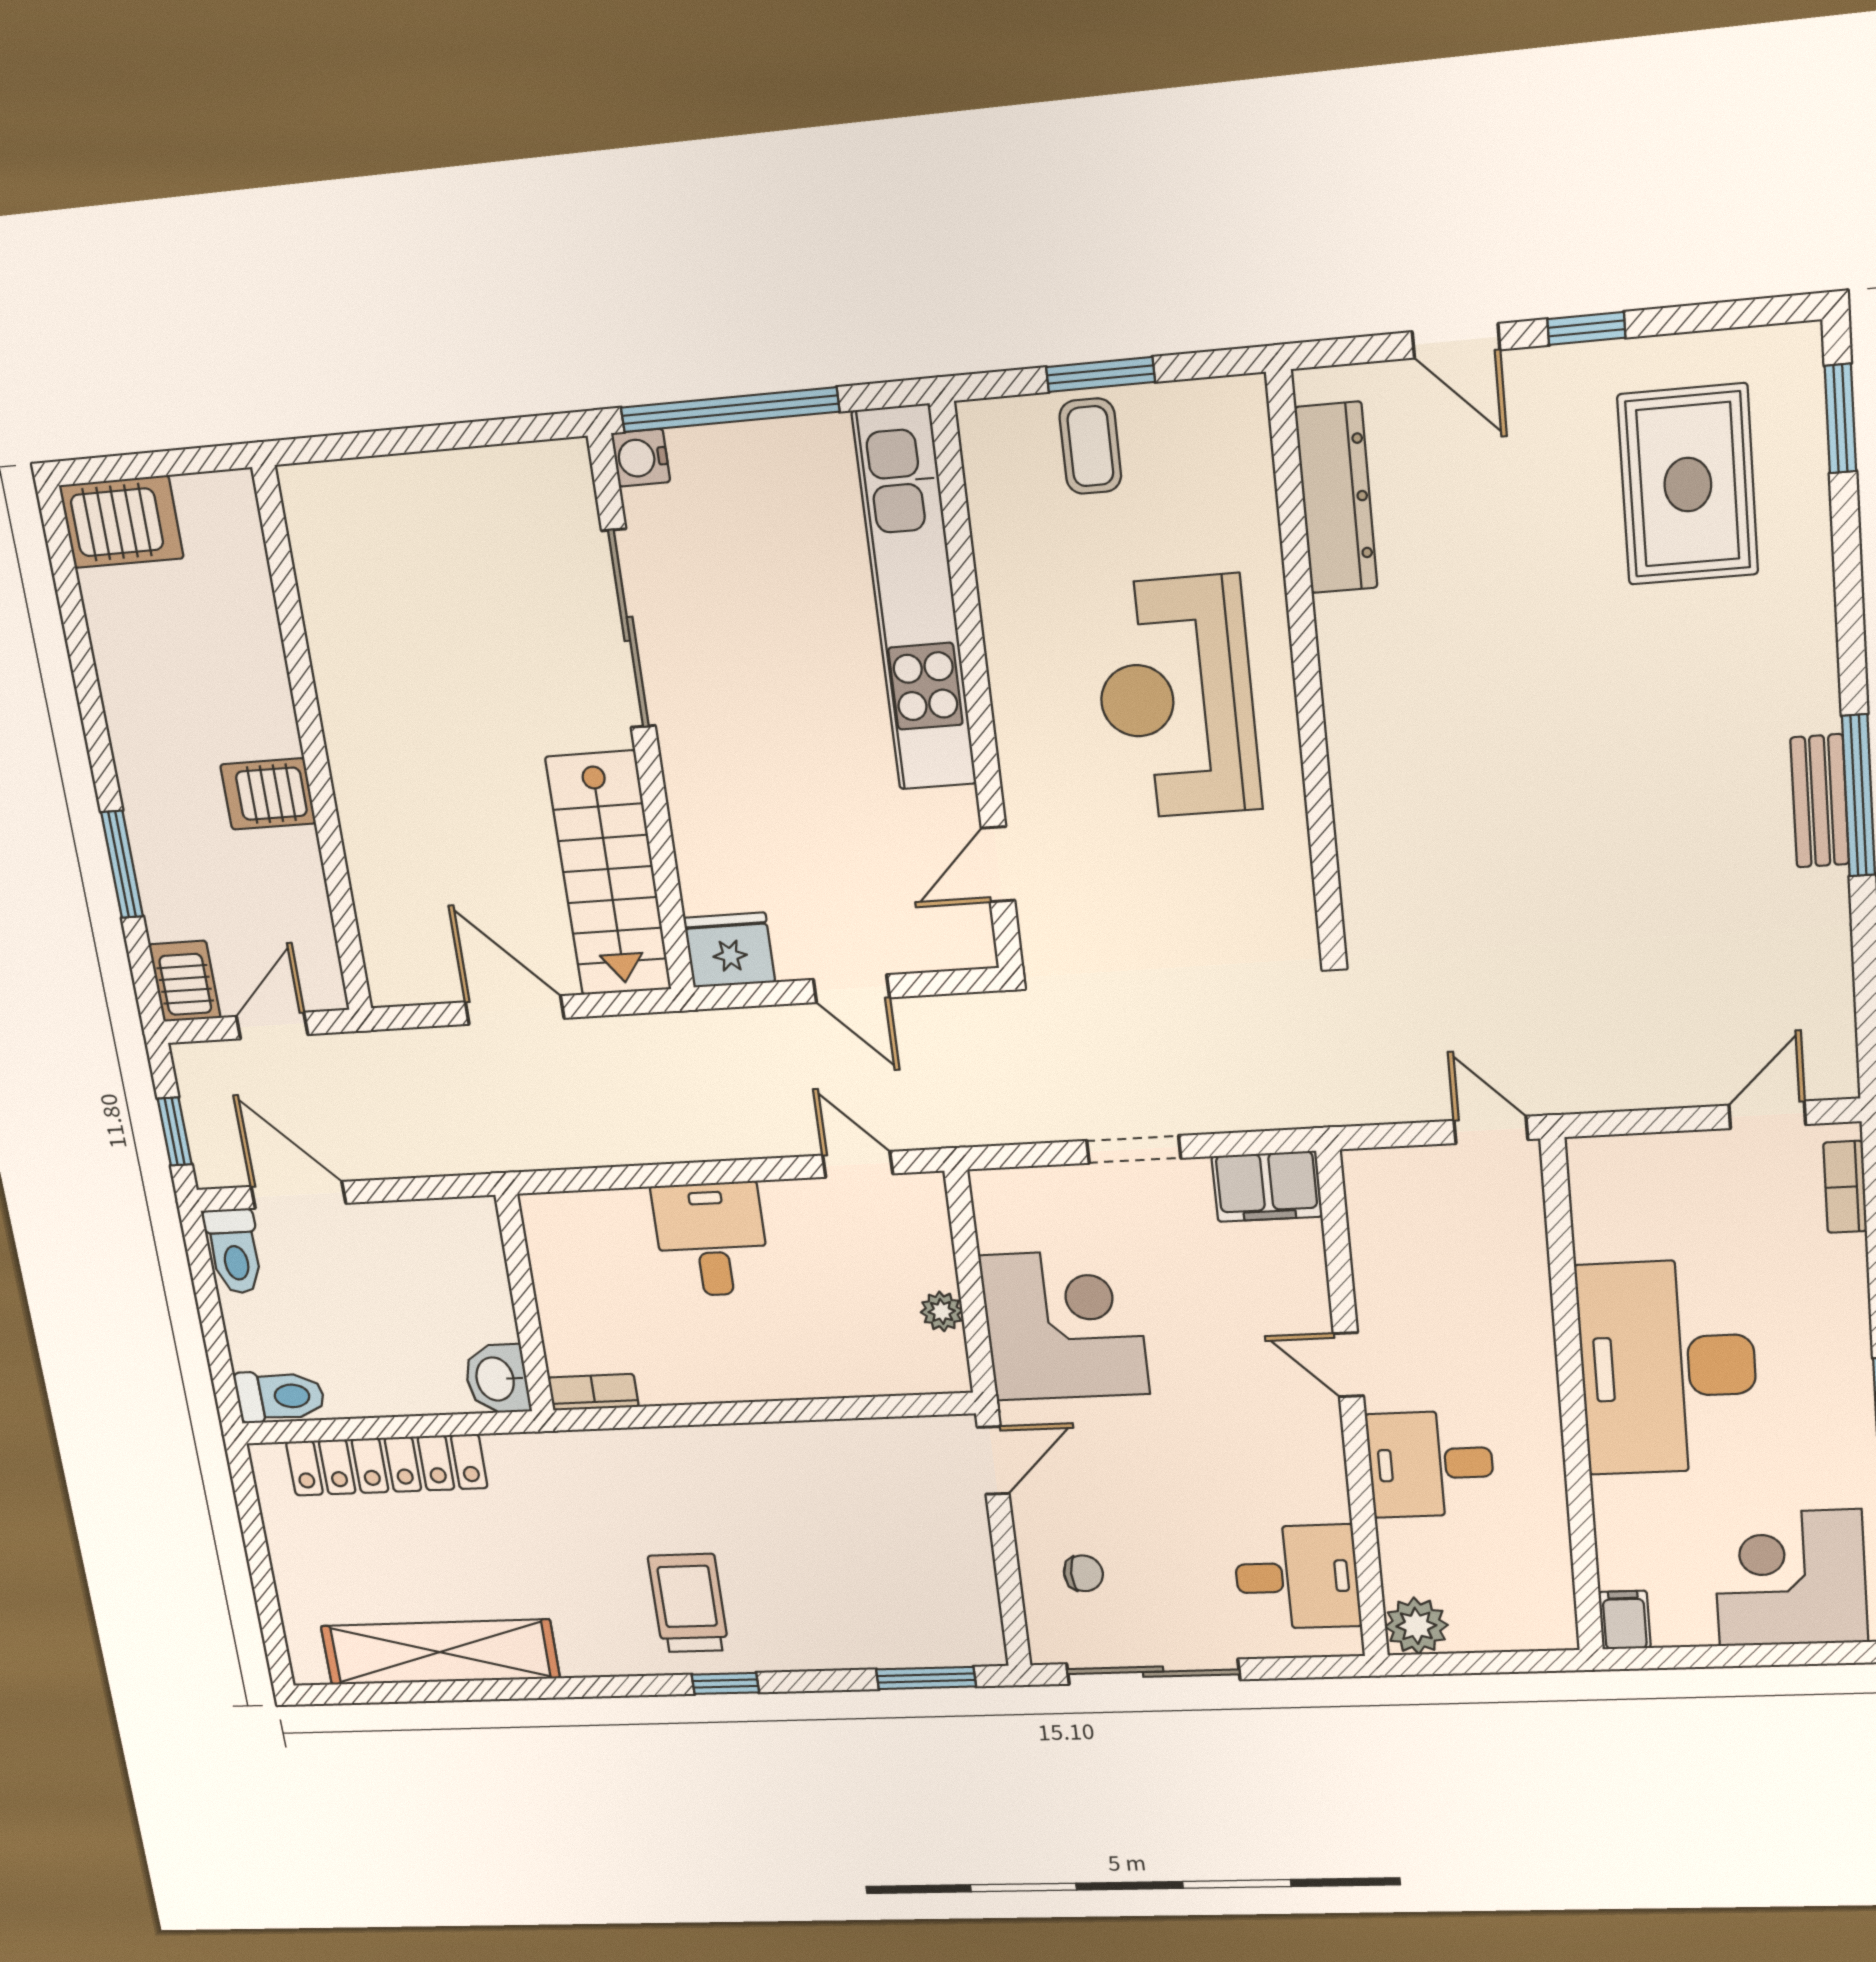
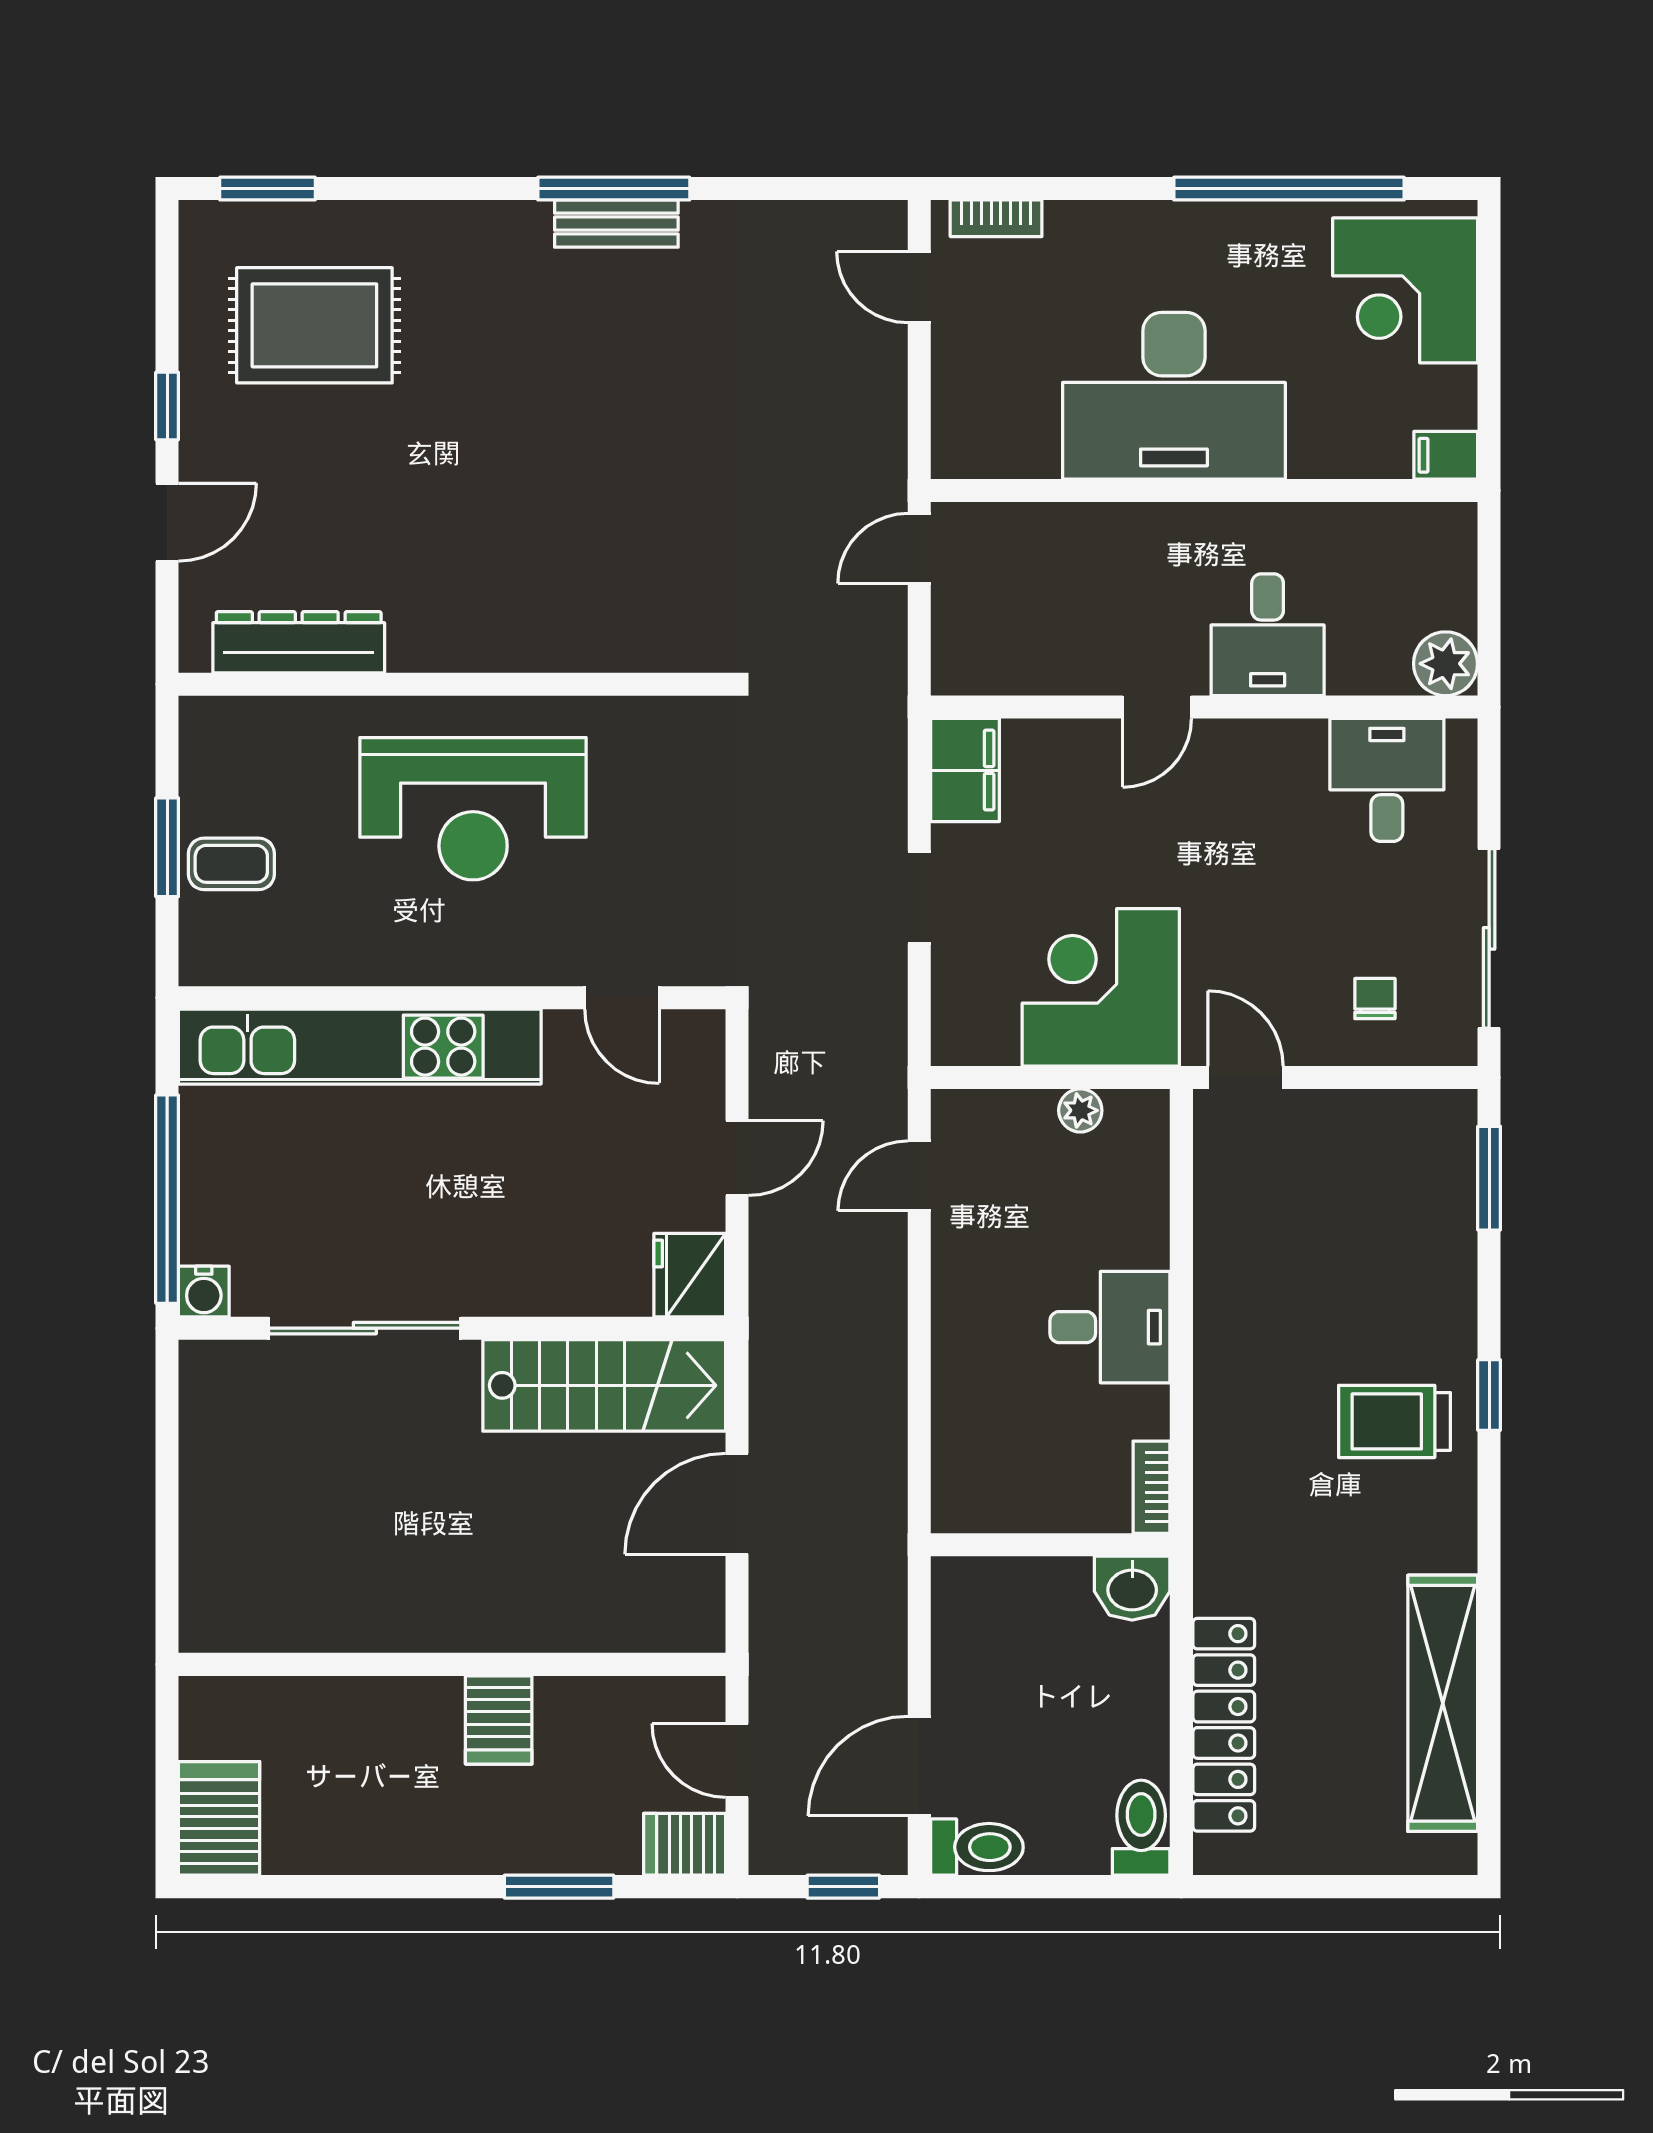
desk: (711, 1239) -> (1110, 1327), moved, turned 180

